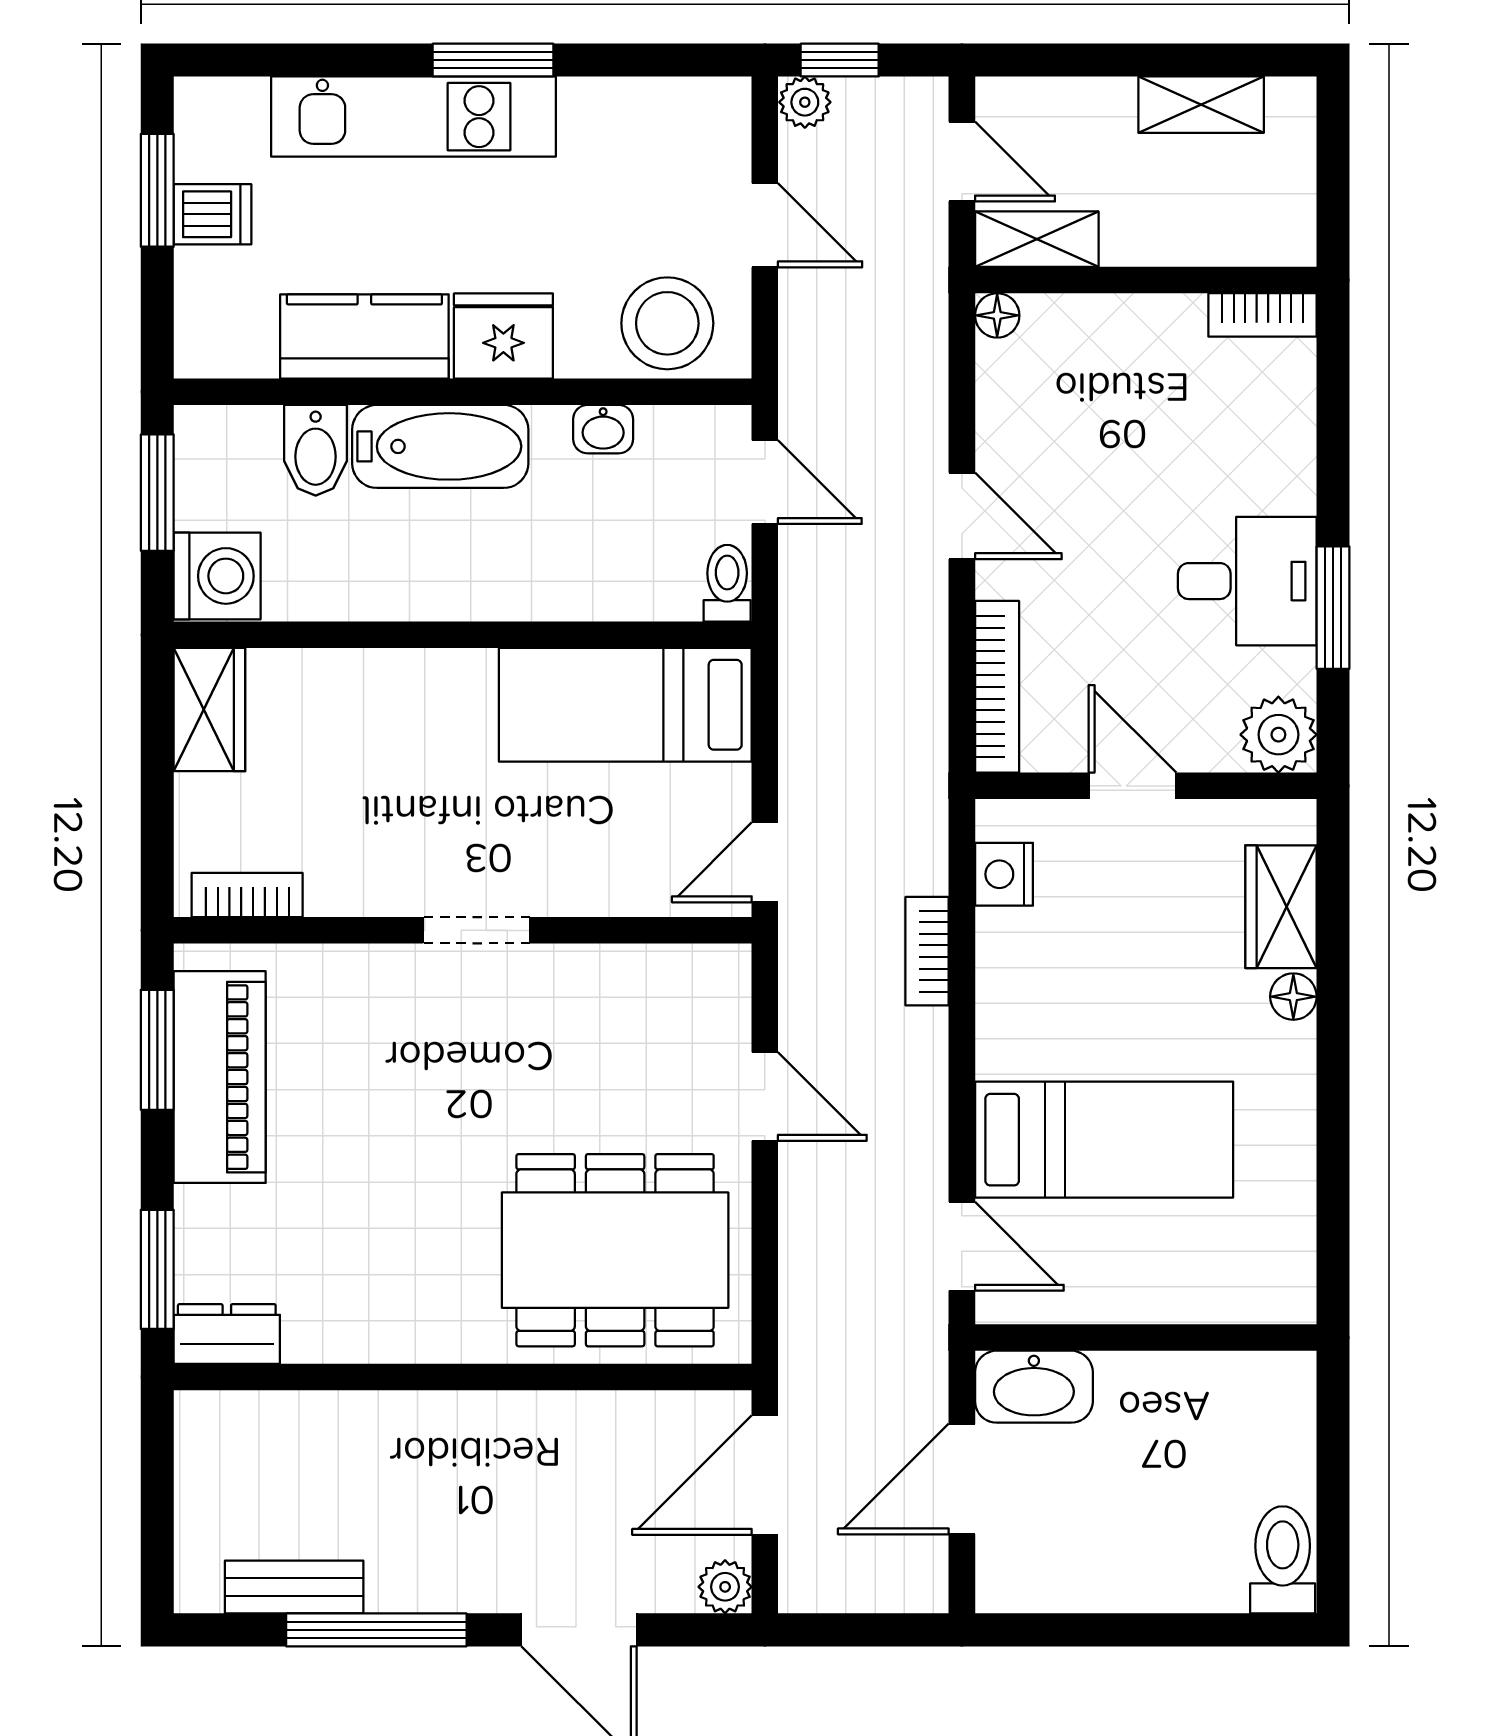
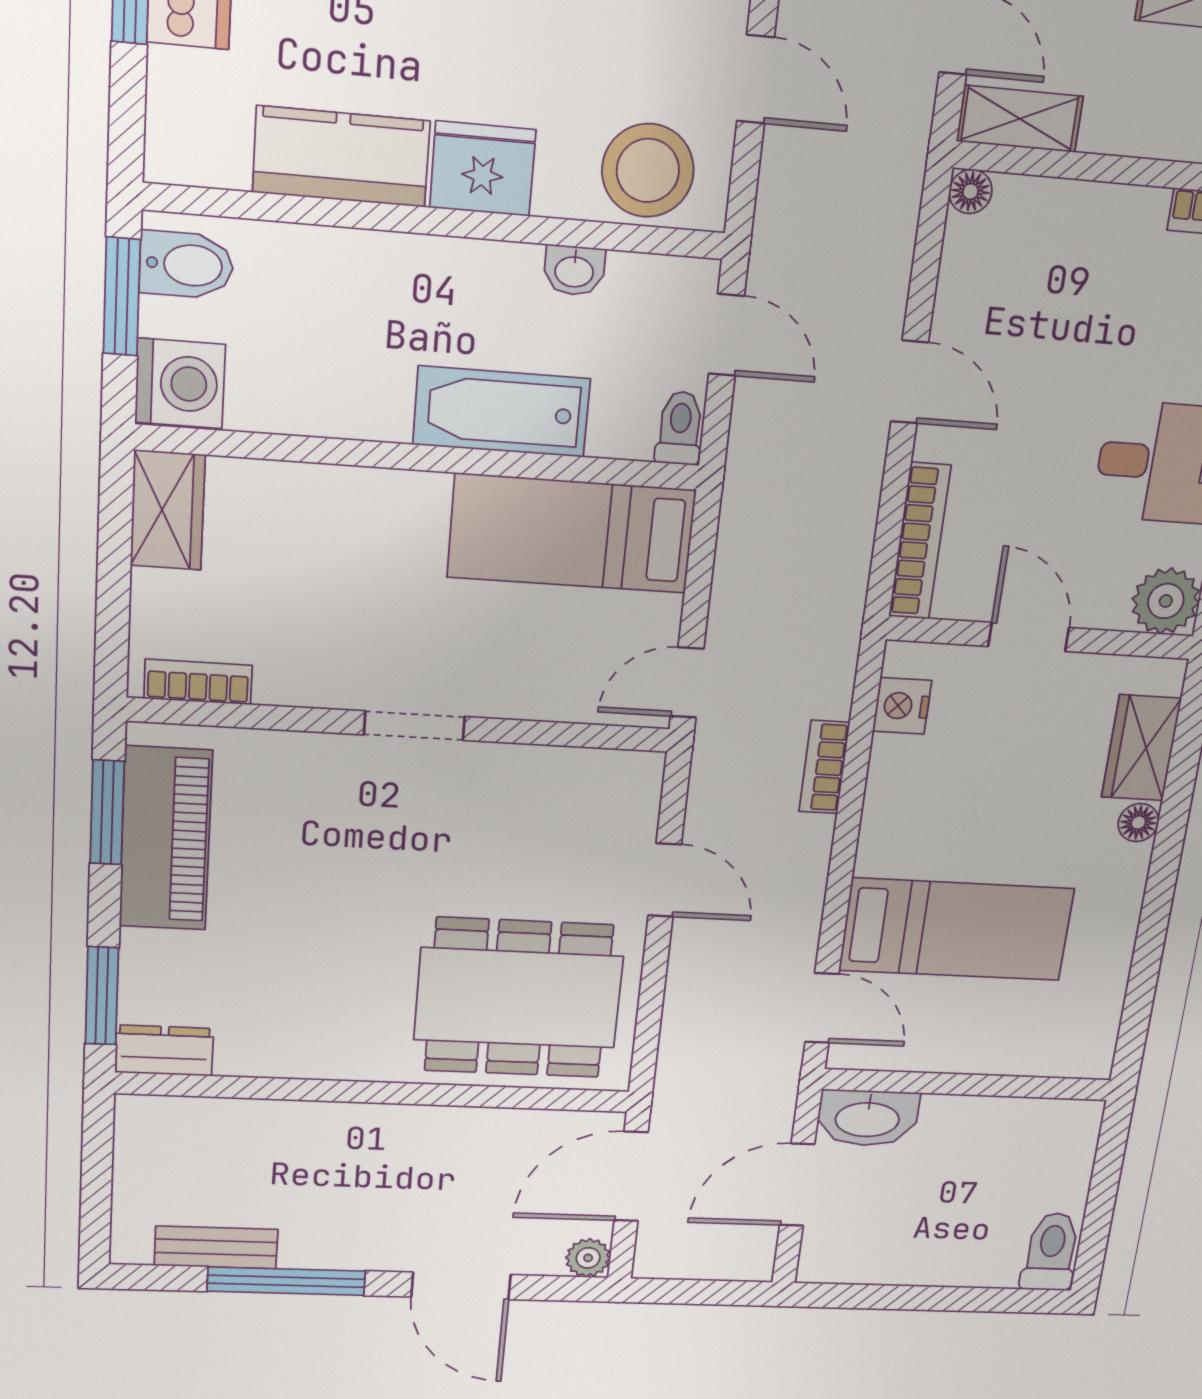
bathtub: (440, 446) -> (502, 412), moved, turned 180
bidet: (316, 450) -> (186, 265), moved, turned -90

